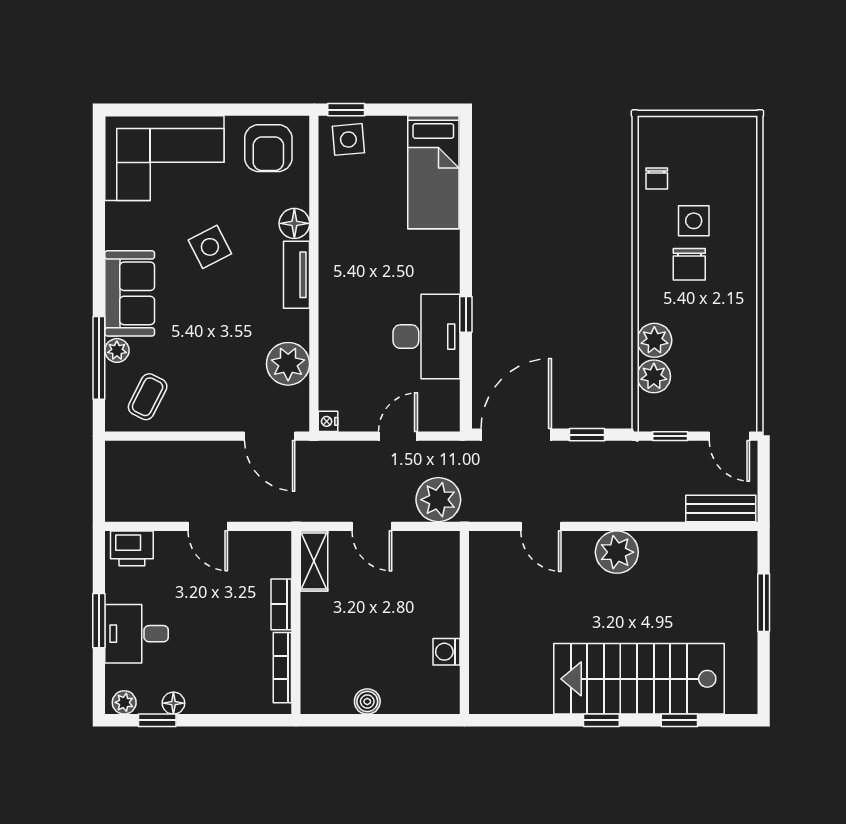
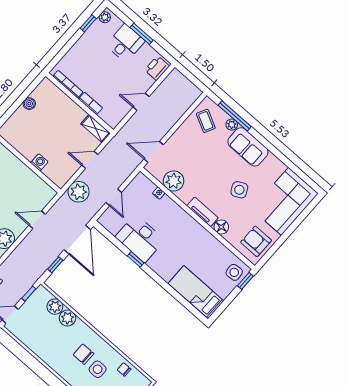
nightstand: (328, 421) -> (159, 193), moved
washing machine: (446, 652) -> (39, 162), moved
floor lamp: (173, 703) -> (89, 34), removed

